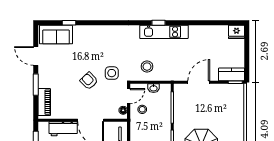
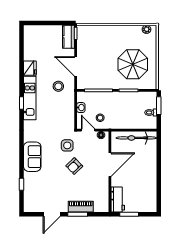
fridge: (237, 32) -> (30, 68), moved
sofa: (56, 34) -> (32, 157), moved
stool: (147, 67) -> (58, 86), moved
piano: (44, 102) -> (81, 207), moved
workbench: (63, 129) -> (118, 200), moved

